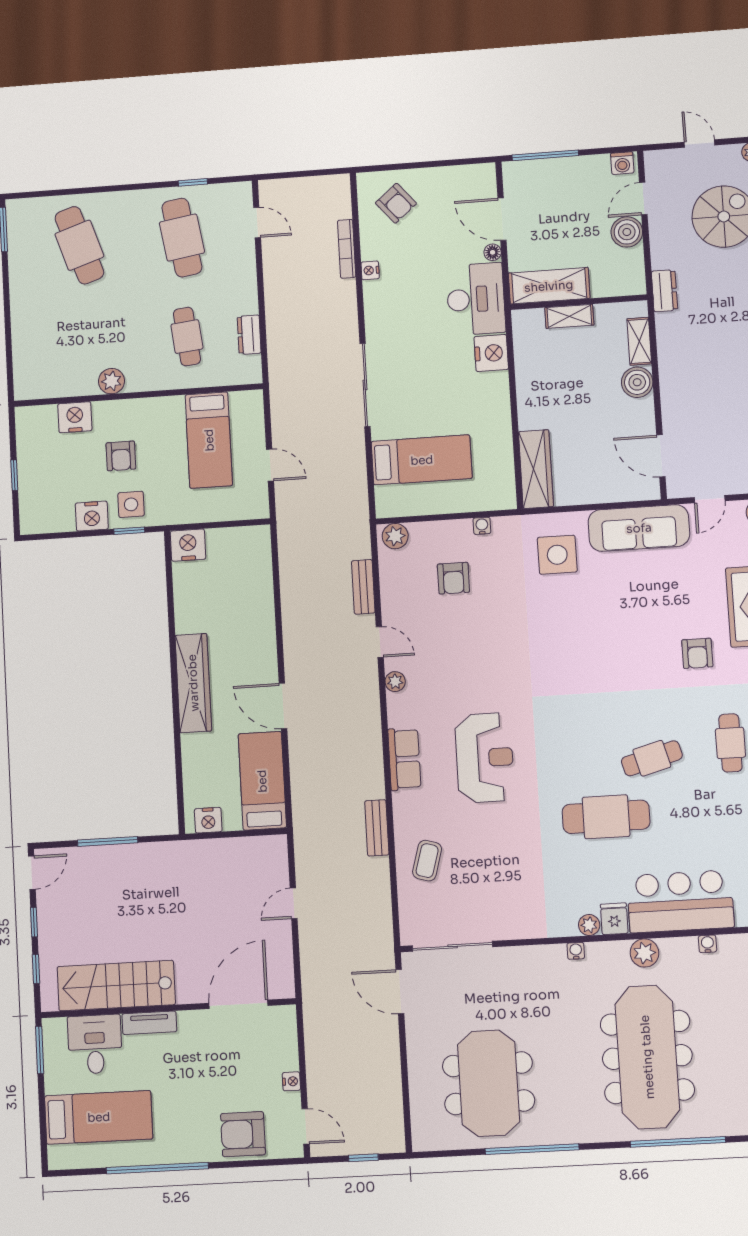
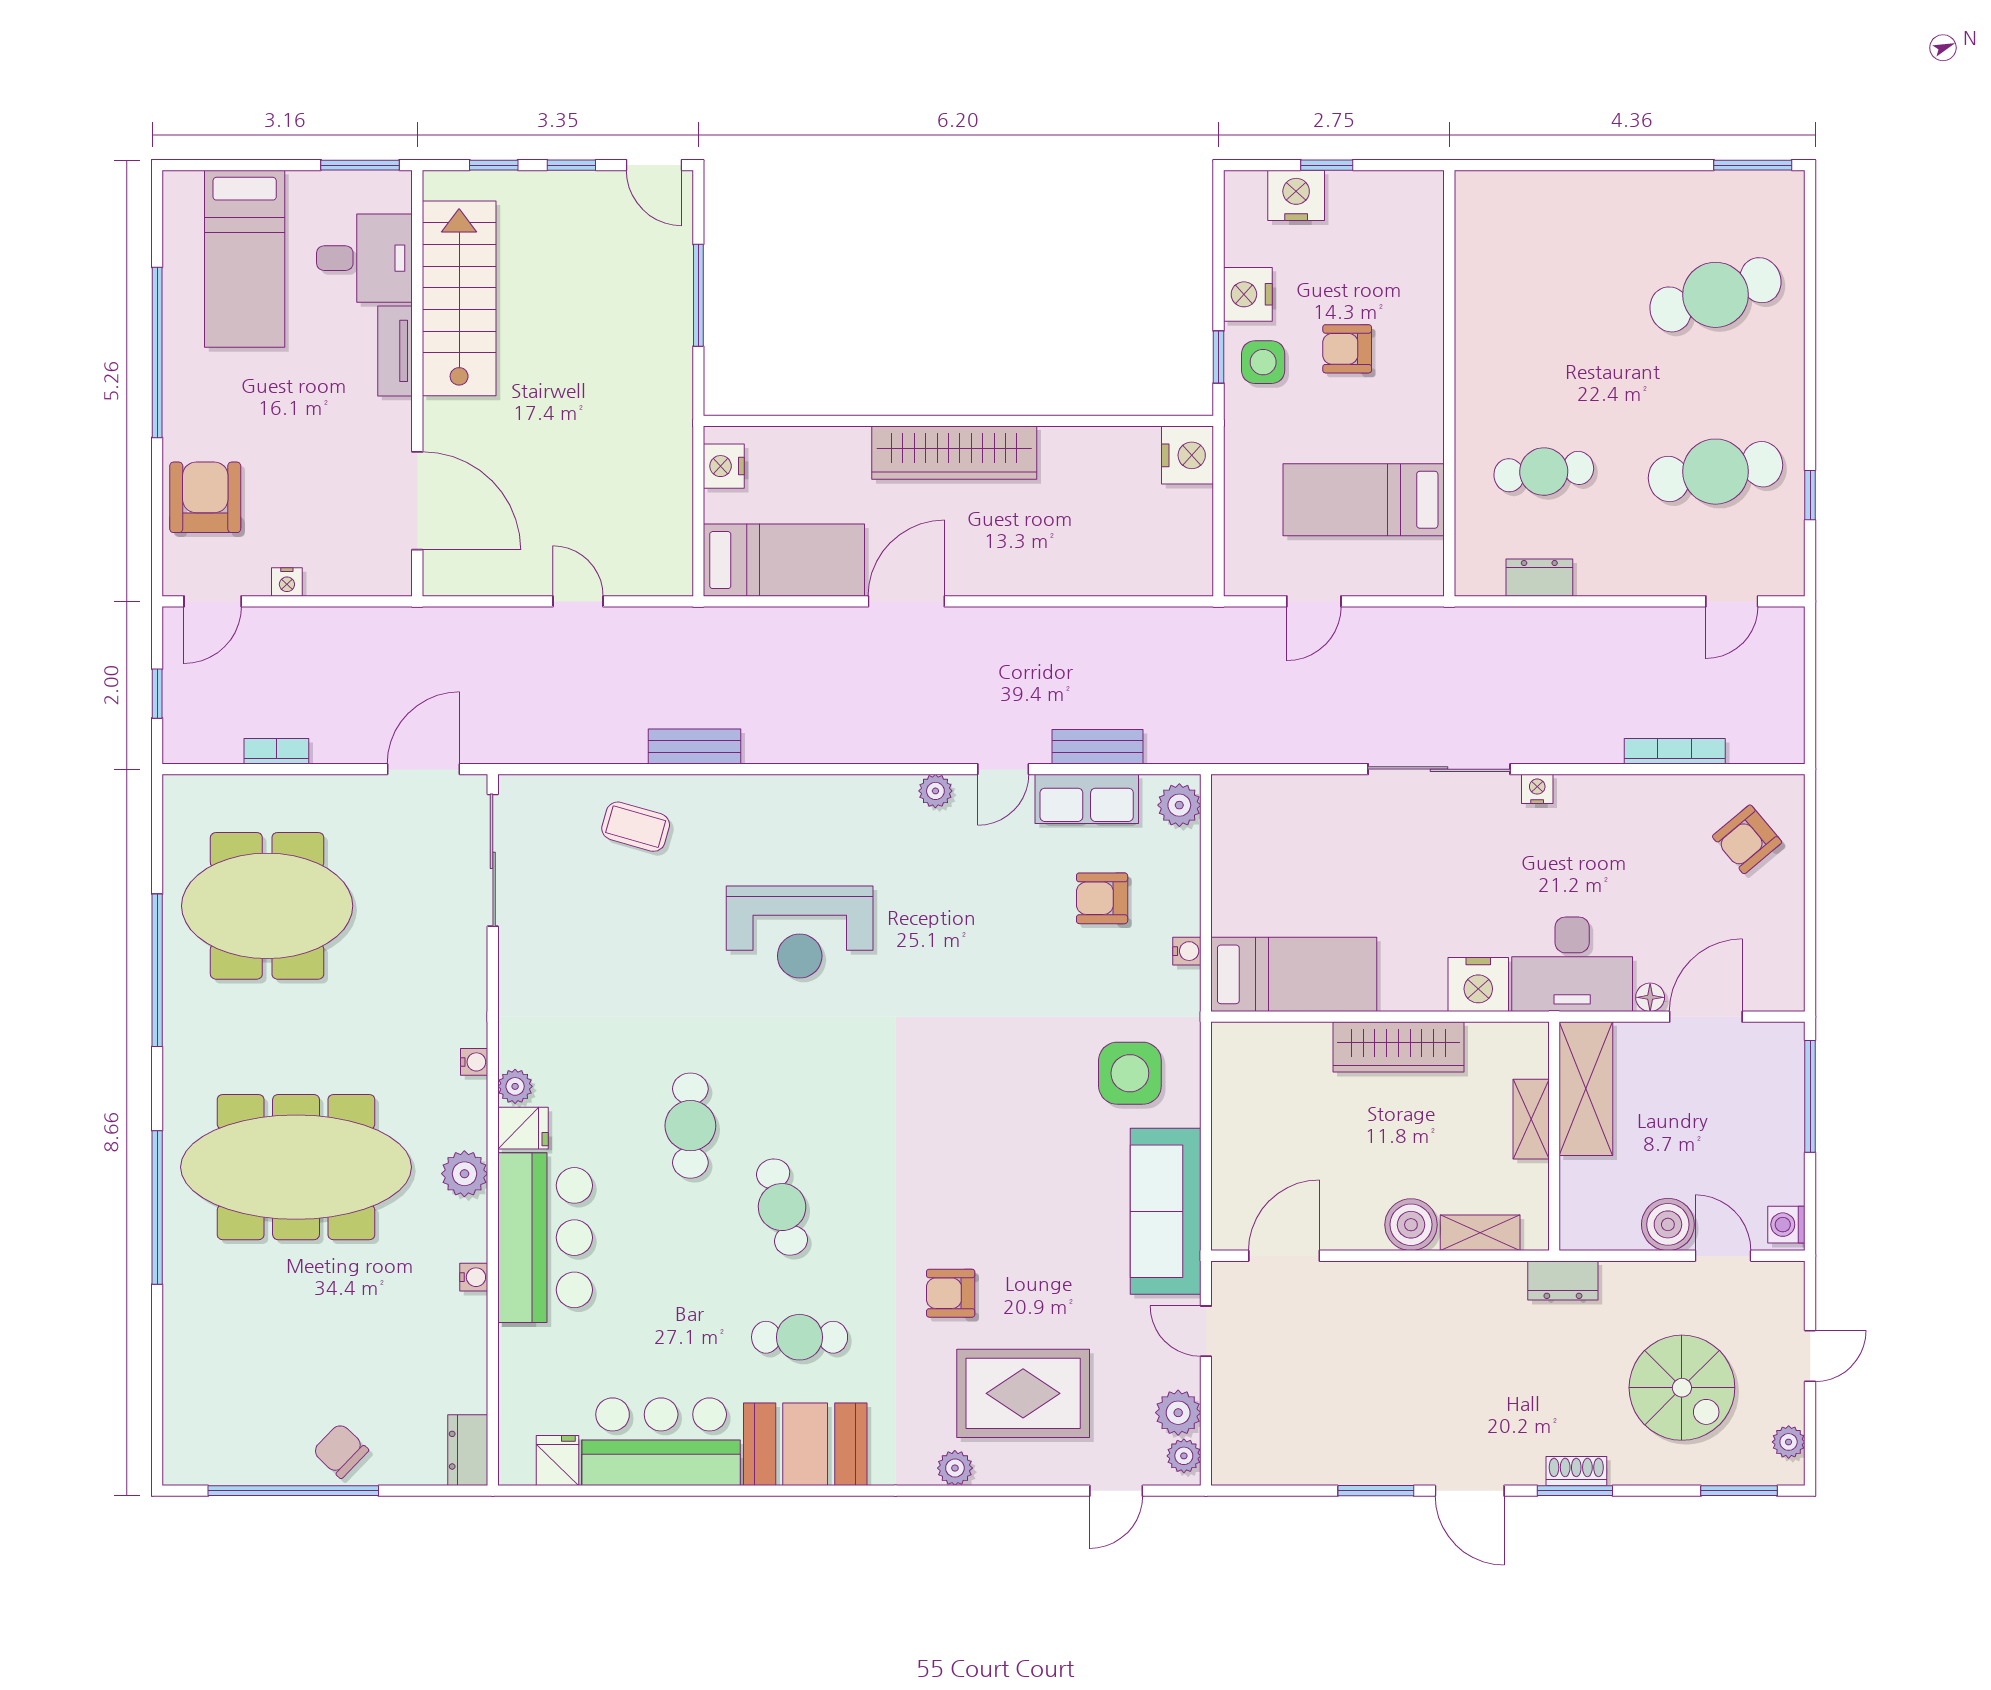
nightstand: (370, 270) -> (1537, 789), moved
plant: (111, 381) -> (1476, 339), removed
nightstand: (75, 417) -> (1296, 195), moved, turned -90
bed: (422, 460) -> (1294, 974), moved, turned -90
wardrobe: (536, 469) -> (1398, 1047), moved
row of seats: (404, 759) -> (1087, 799), moved
cafe table: (606, 817) -> (690, 1126), width x0.73, depth x0.74
bookcase: (394, 1082) -> (276, 751), added

